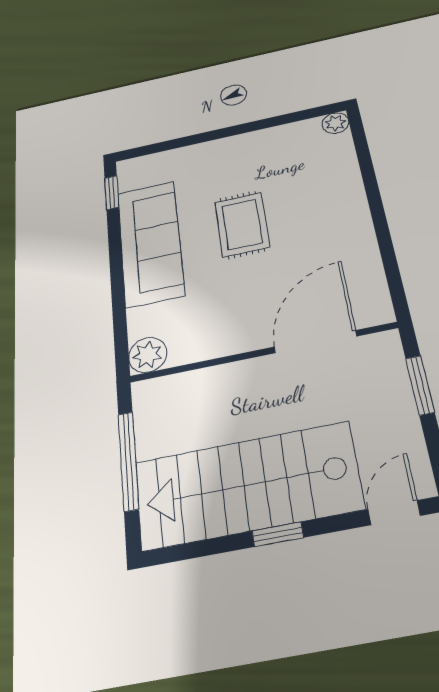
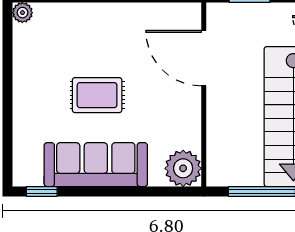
plant: (148, 355) -> (183, 168), width x1.36, depth x1.36

